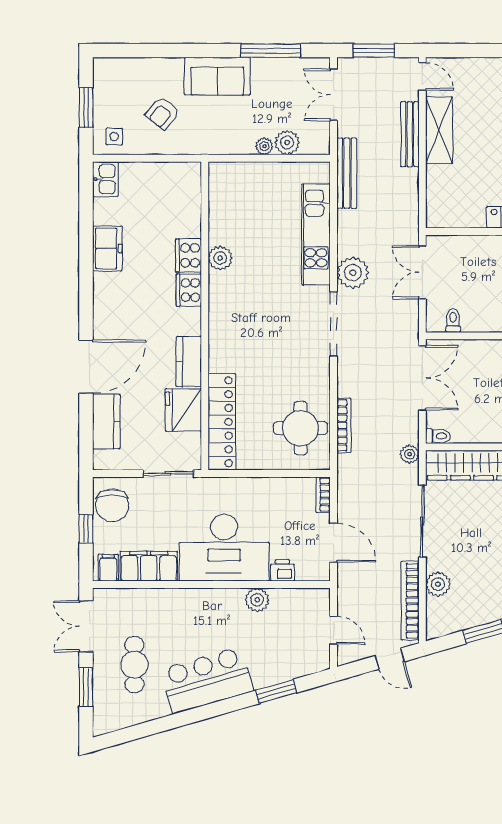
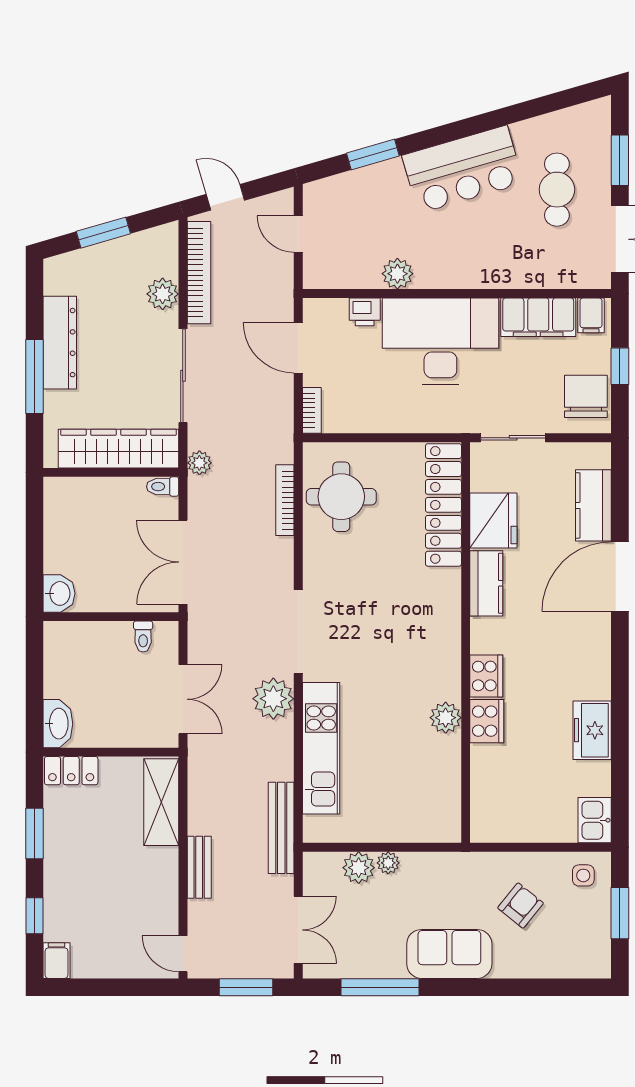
shelving: (439, 130) -> (161, 802), moved
bench: (410, 134) -> (199, 867), width x0.73

